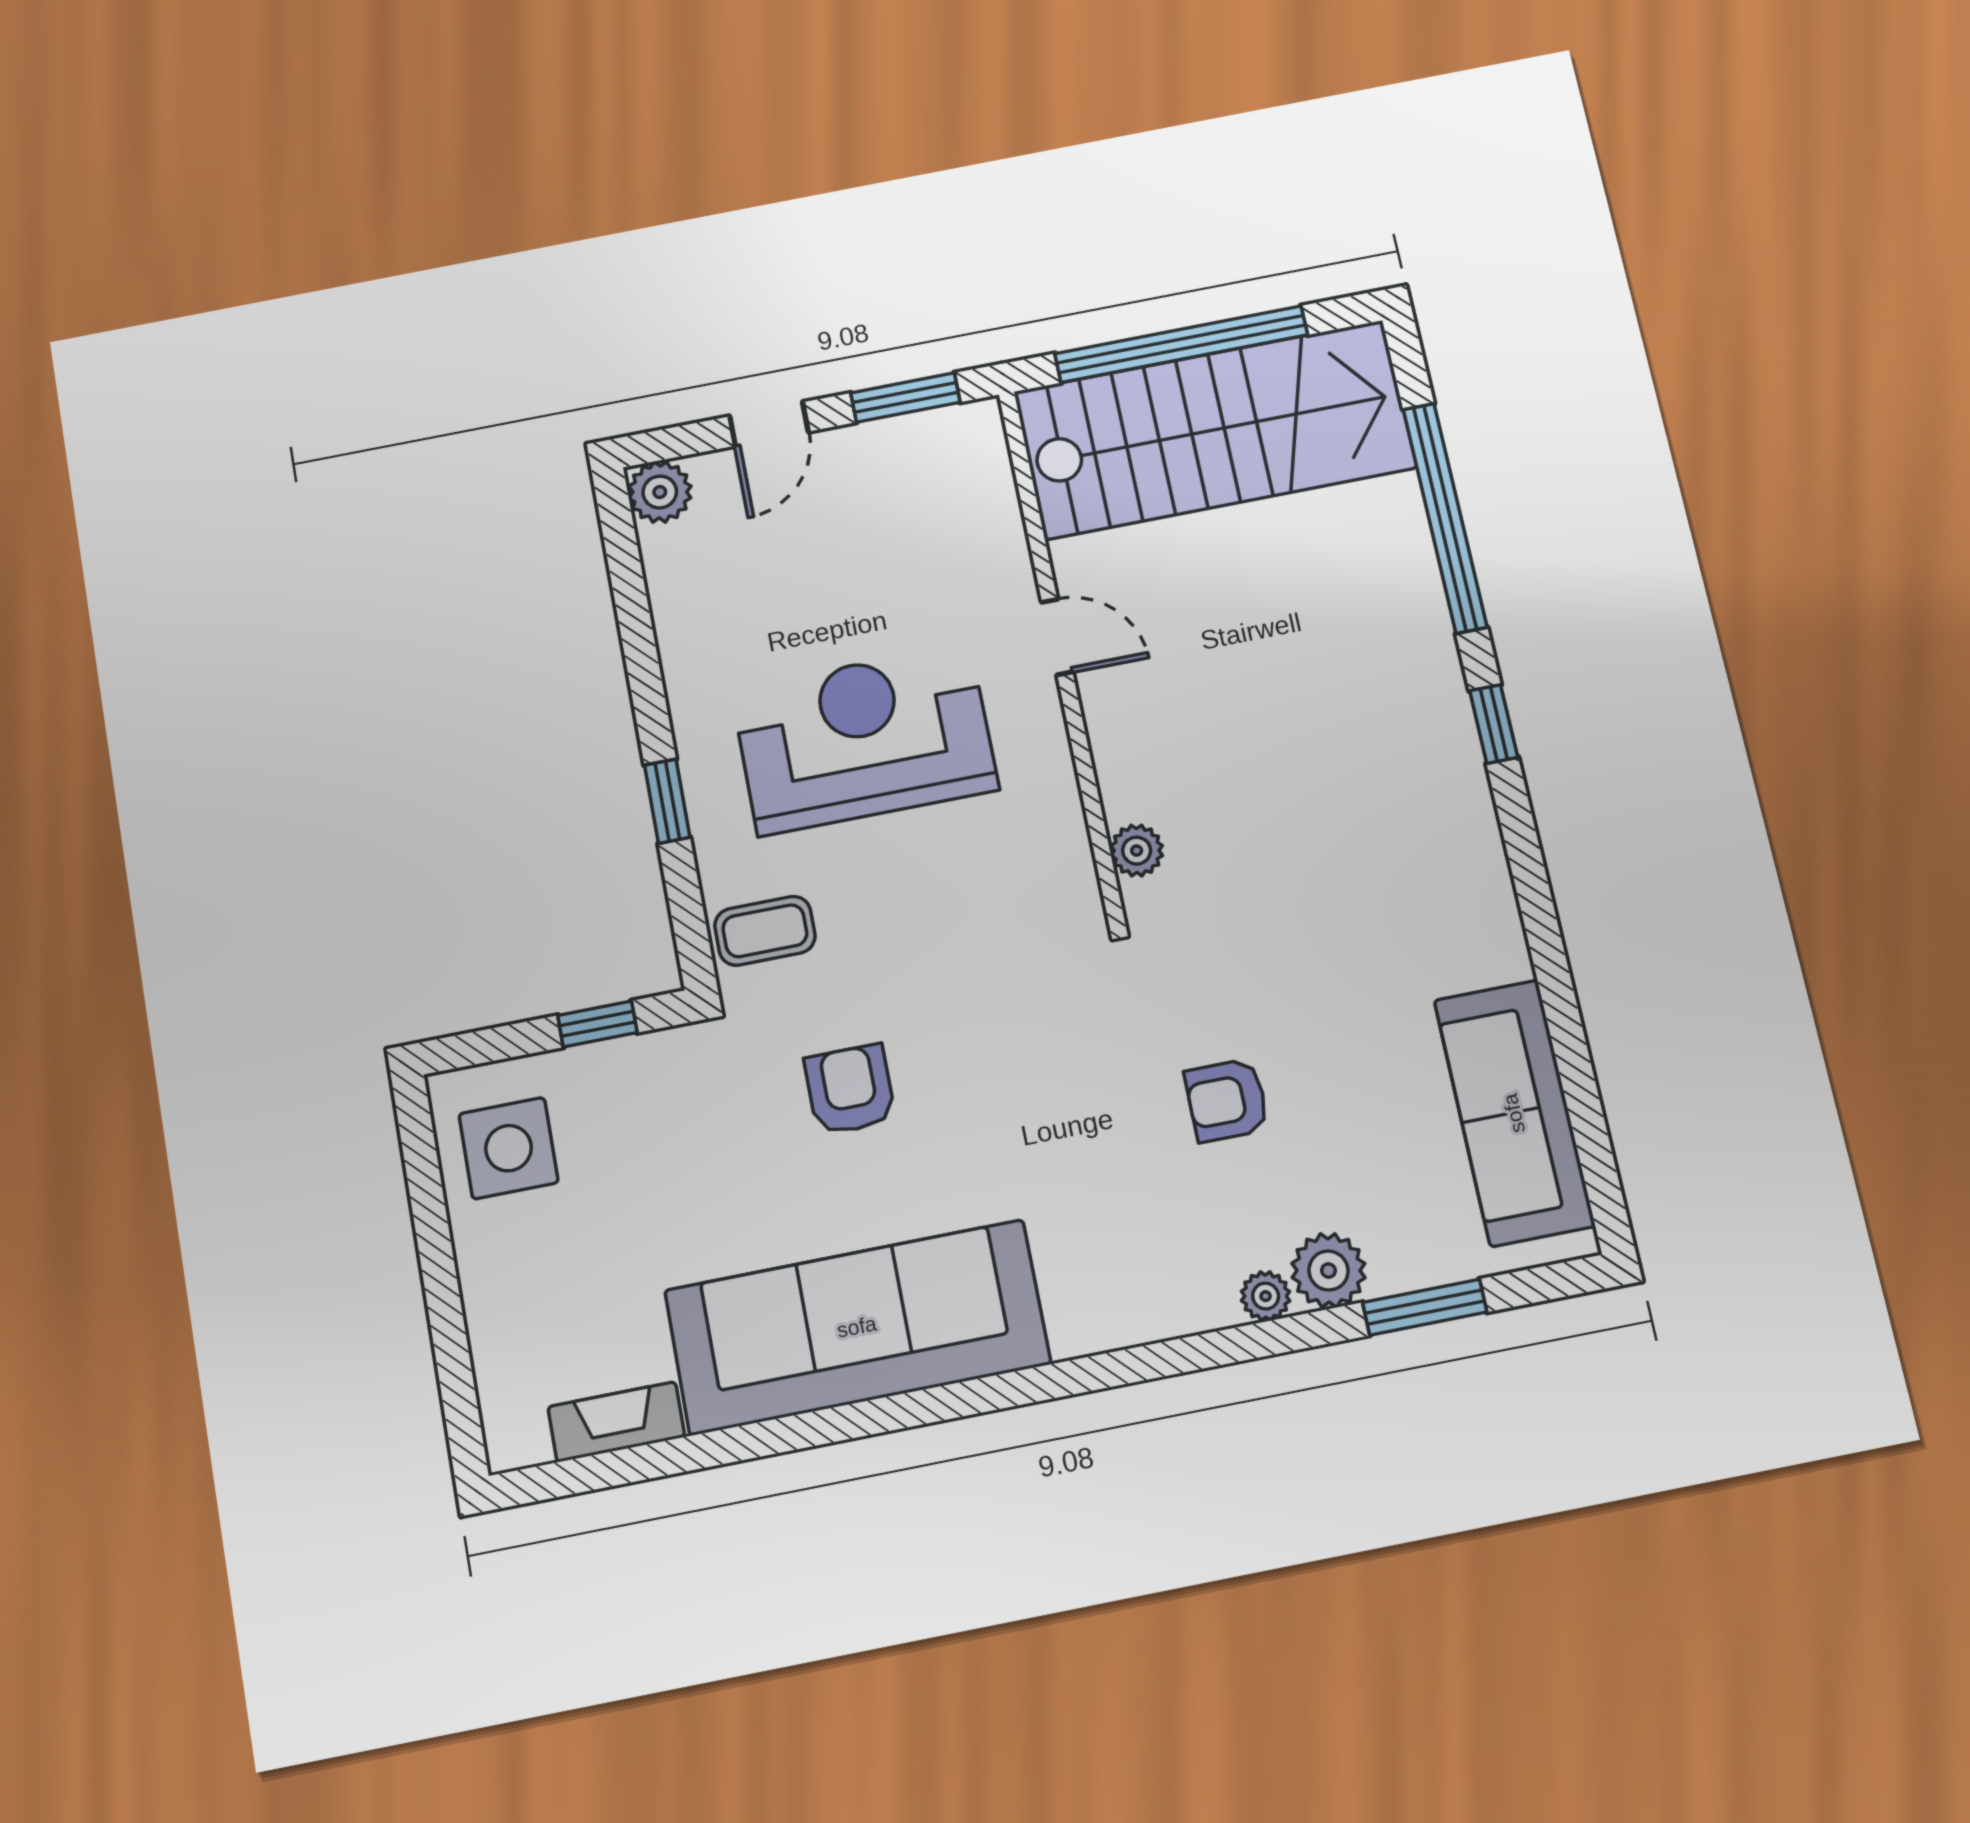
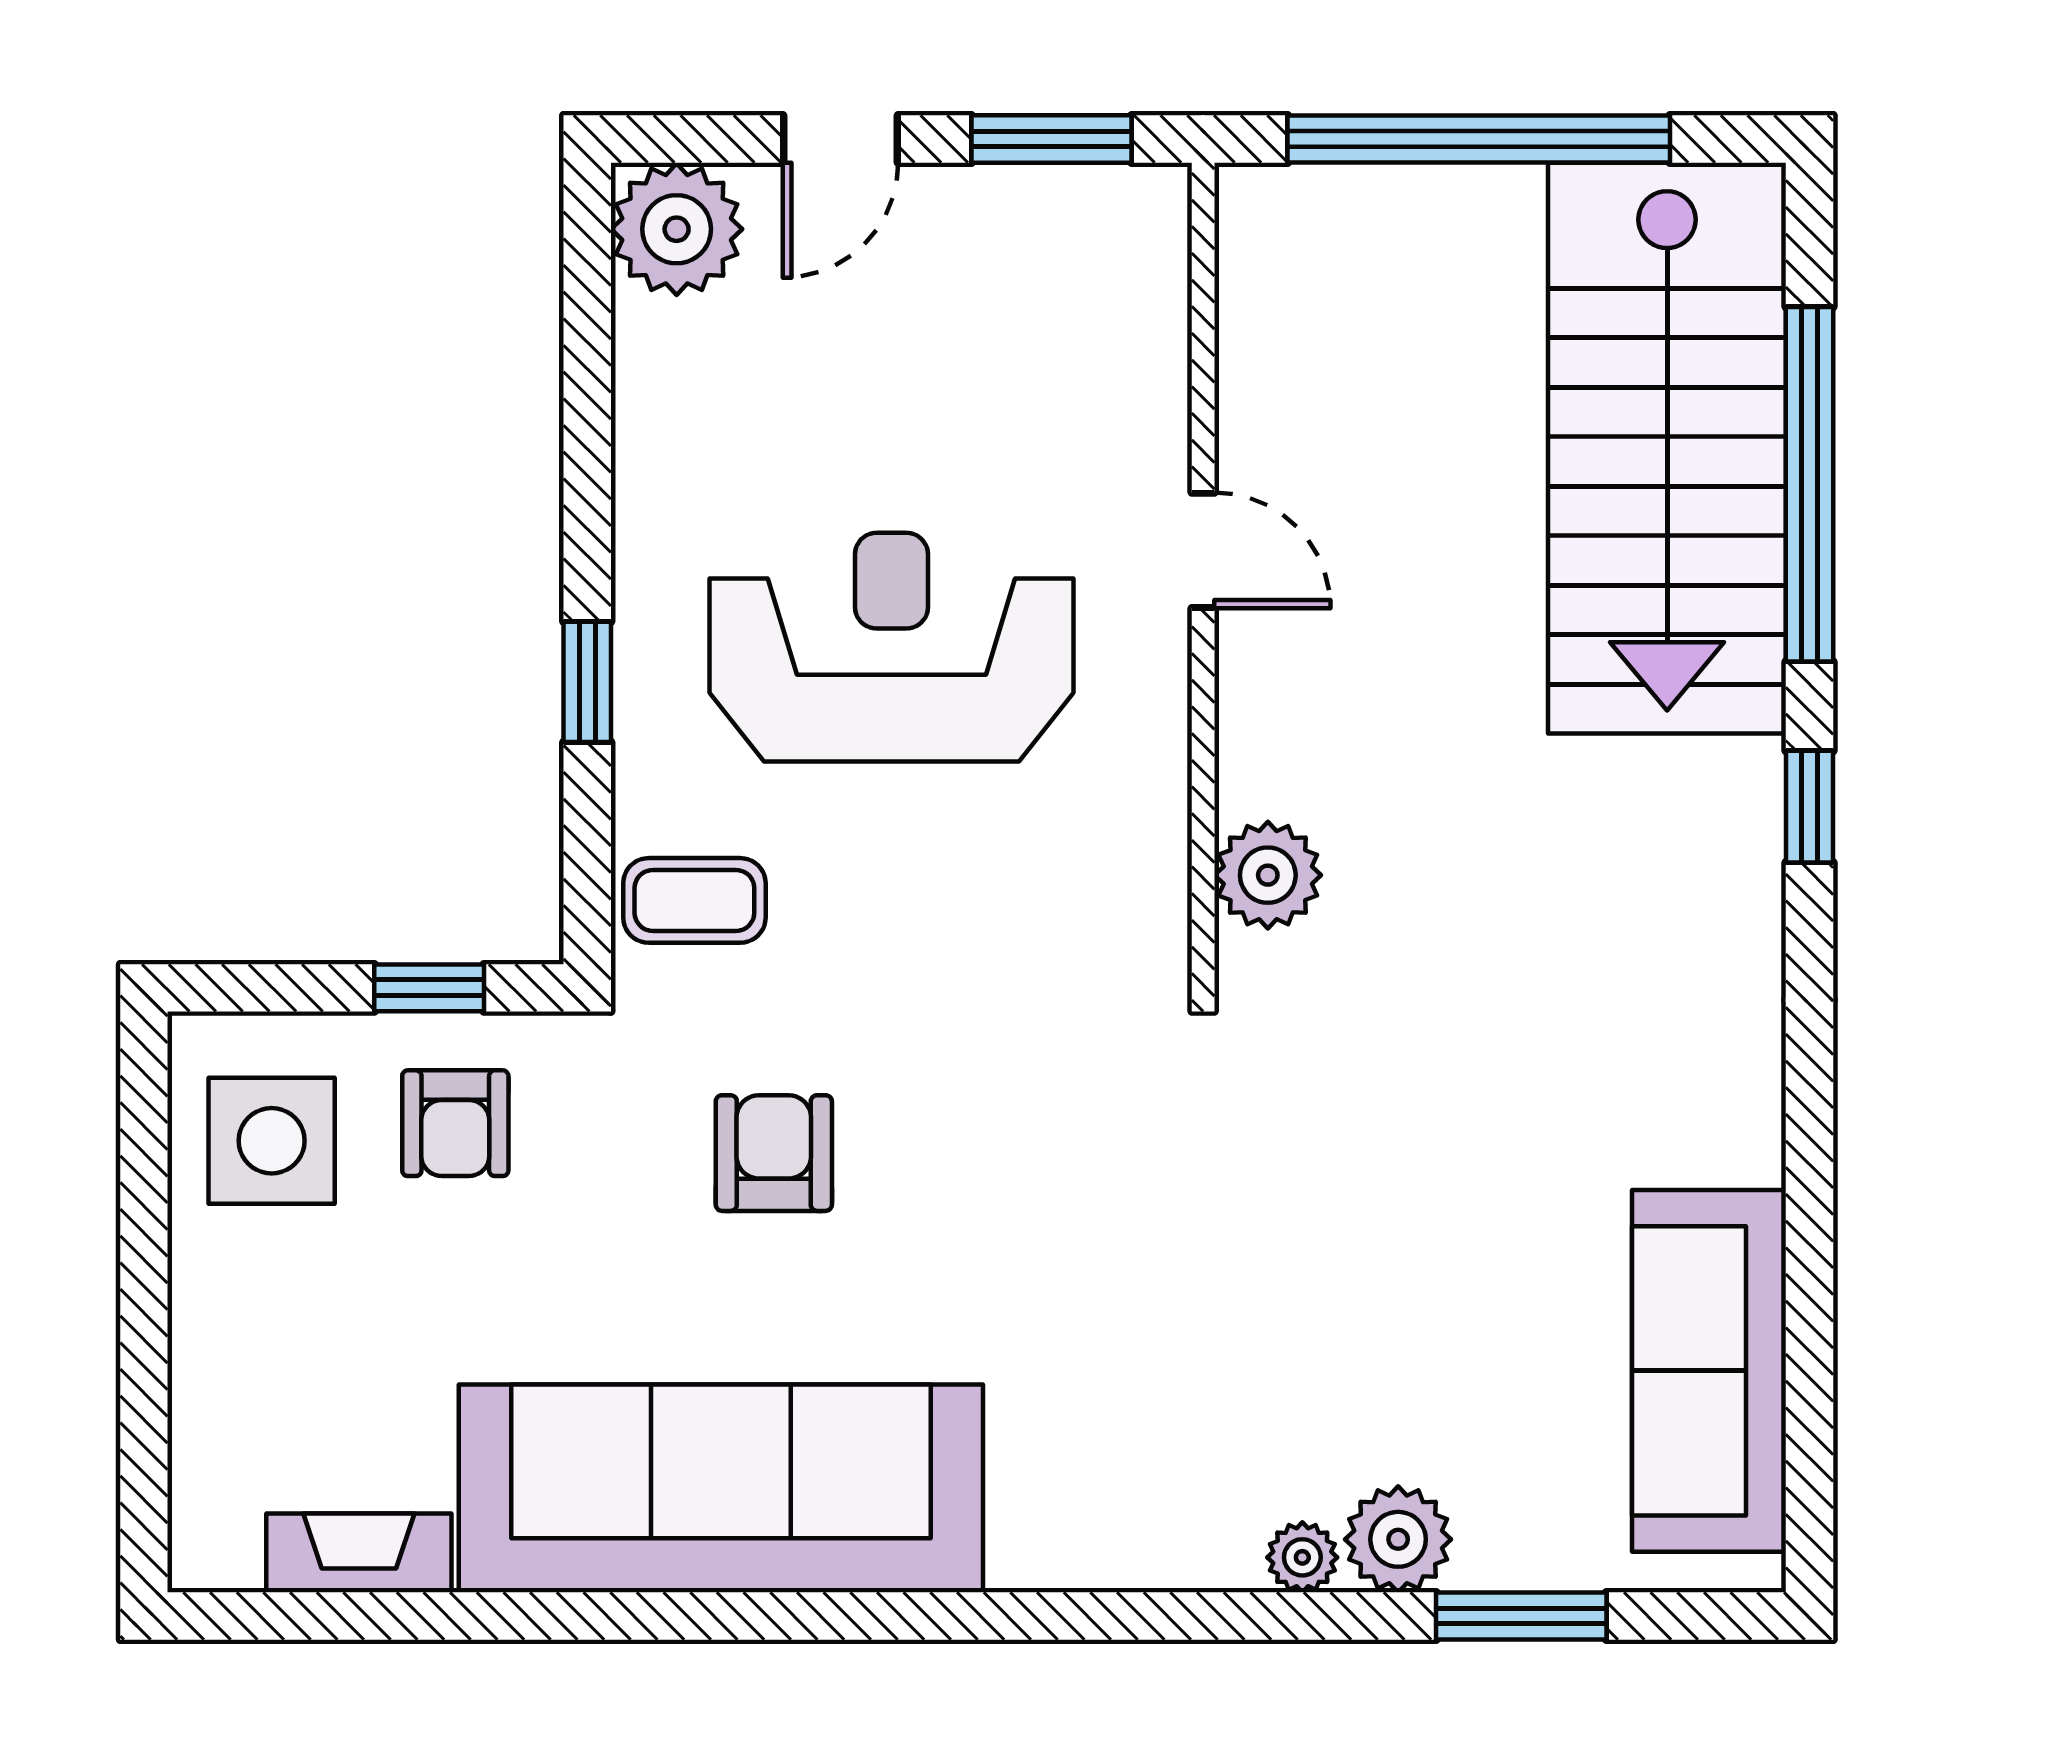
stairs: (1215, 430) -> (1667, 448), moved, turned 90
plant: (660, 492) -> (677, 229), width x1.36, depth x1.36
plant: (1137, 851) -> (1268, 875), width x1.38, depth x1.38
armchair: (1227, 1100) -> (455, 1123), moved, turned -90

